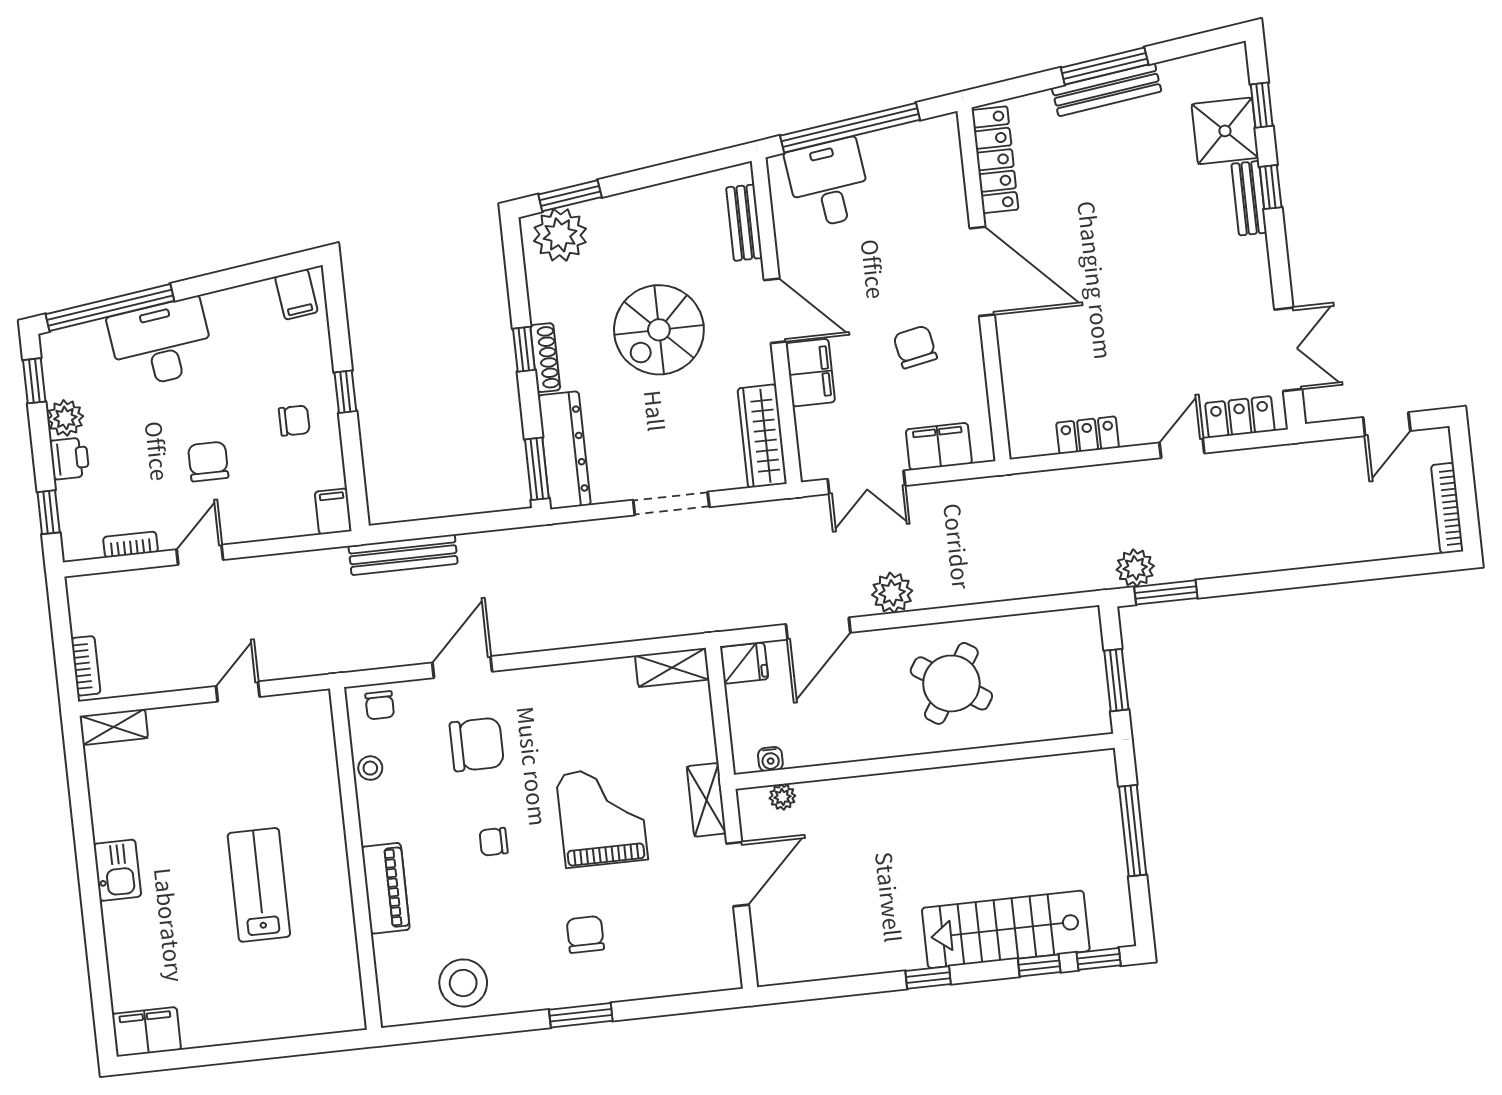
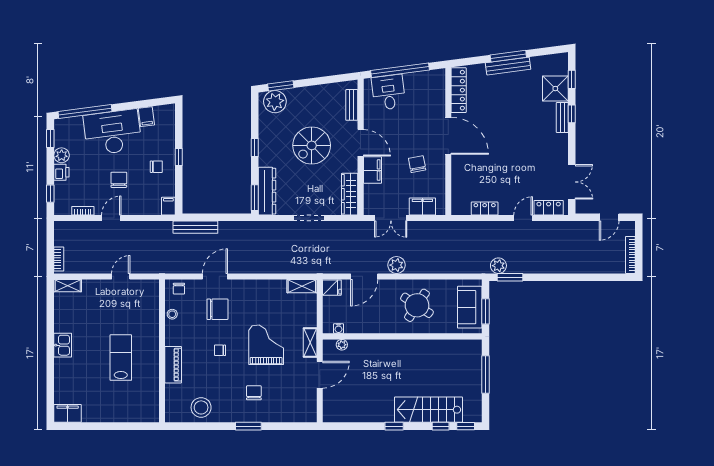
filing cabinet: (296, 294) -> (146, 117), moved
desk: (161, 343) -> (113, 132), width x1.36, depth x1.30
shoe rack: (545, 358) -> (263, 152), removed
sofa: (1078, 674) -> (470, 307), added

